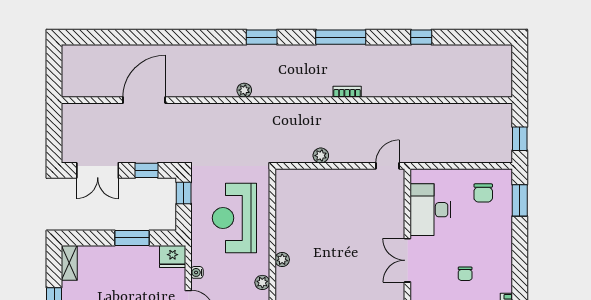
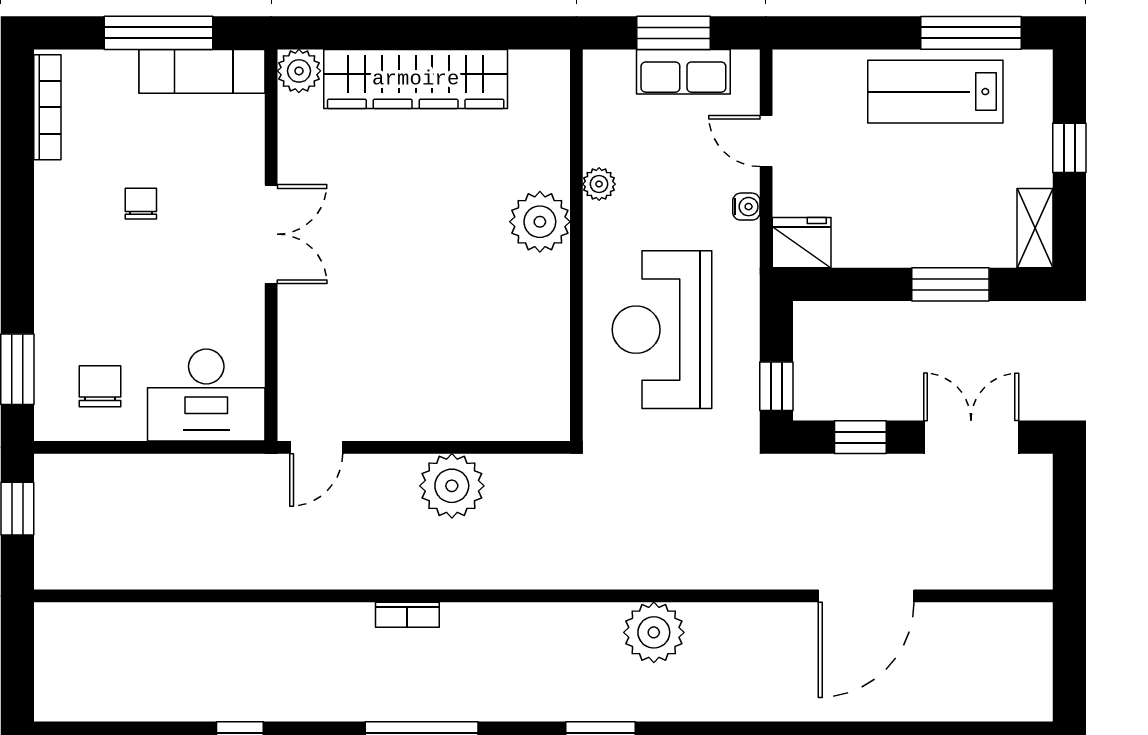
plant: (244, 90) -> (654, 632), width x1.87, depth x1.87
plant: (321, 156) -> (452, 486), width x1.87, depth x1.87
desk: (431, 210) -> (206, 395), moved, turned 90
reception desk: (234, 218) -> (662, 330), turned 180
window: (132, 238) -> (950, 284), moved
plant: (282, 259) -> (540, 222), width x1.88, depth x1.88

